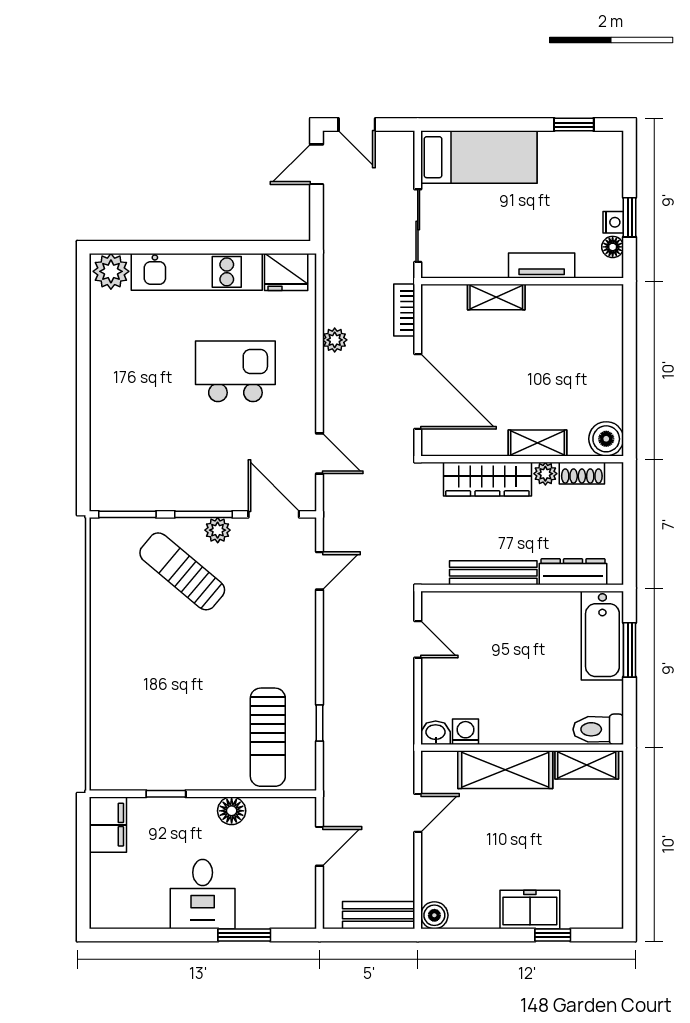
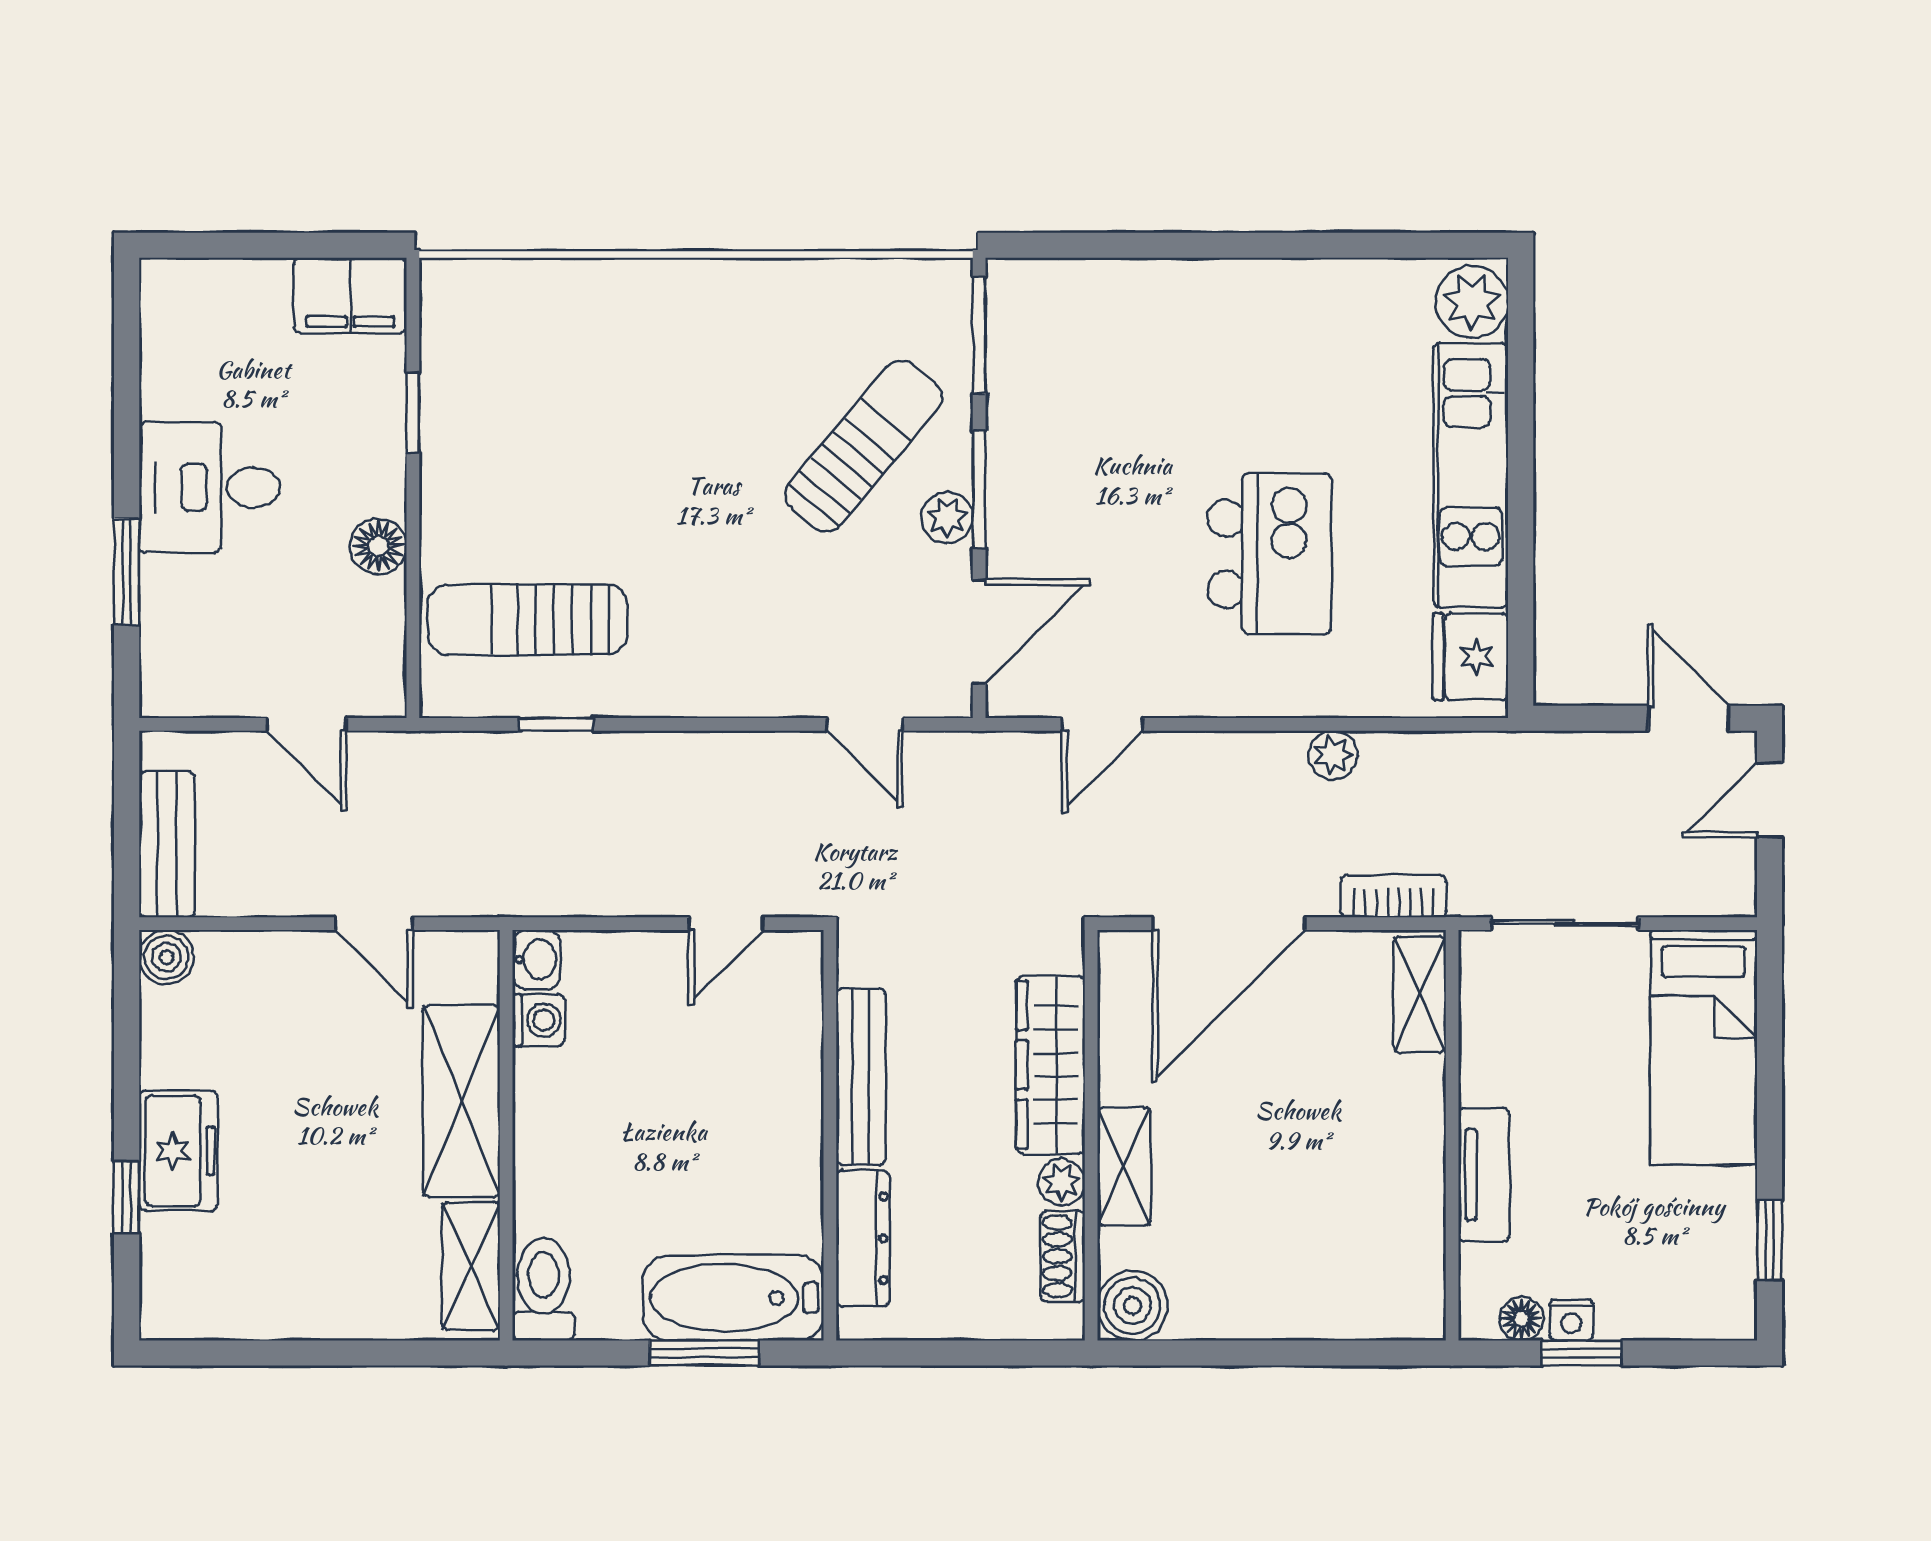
shelving: (496, 297) -> (1420, 994), moved

